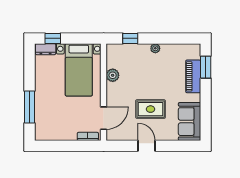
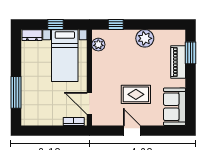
window: (53, 38) -> (55, 24), moved
plant: (155, 48) -> (145, 38), width x1.88, depth x1.88
plant: (113, 75) -> (98, 45), moved
door: (104, 118) -> (89, 103), swing flipped

